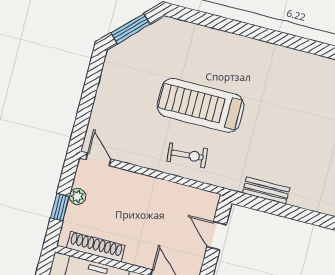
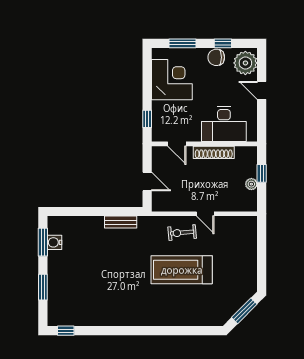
treadmill: (201, 105) -> (182, 270), turned 180
door: (98, 159) -> (205, 214), moved
shoe rack: (96, 247) -> (214, 152), moved

